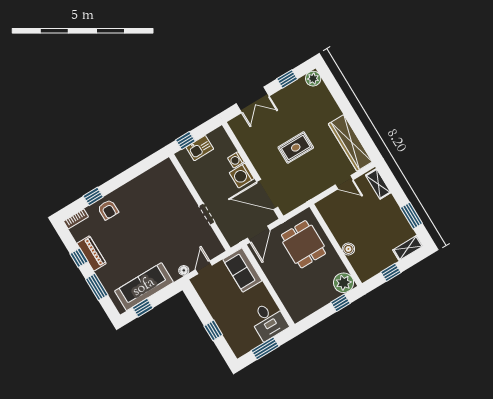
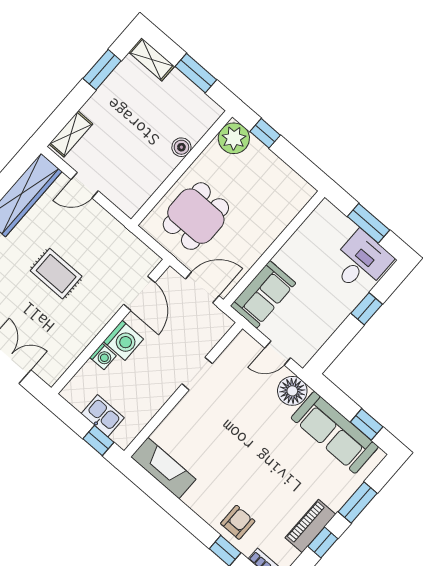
fireplace: (156, 175) -> (163, 468), added
door: (344, 182) -> (85, 185), swing flipped
door: (267, 194) -> (139, 293), width x0.73
floor lamp: (184, 270) -> (292, 391), width x1.89, depth x1.89
window: (391, 272) -> (196, 73), width x1.50
desk: (268, 321) -> (361, 262), moved

